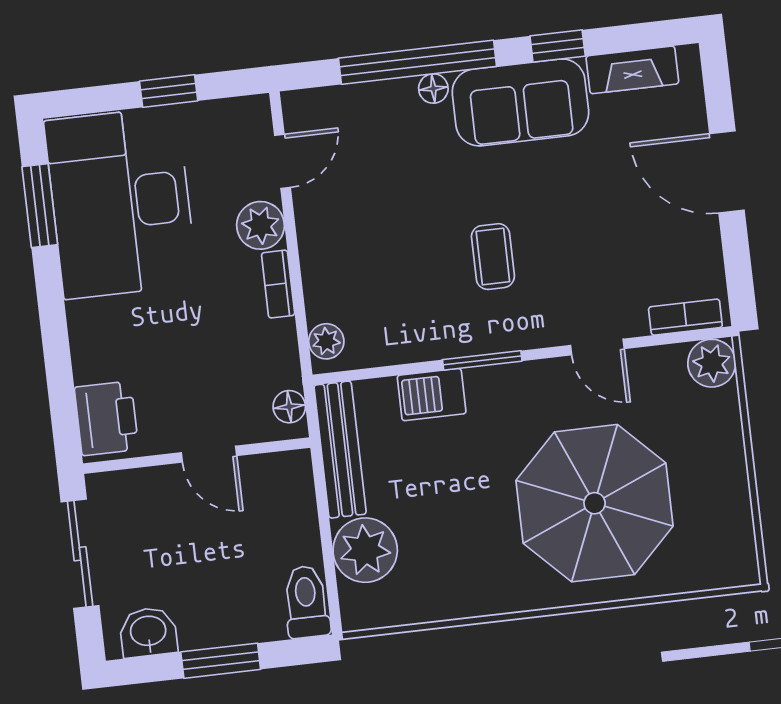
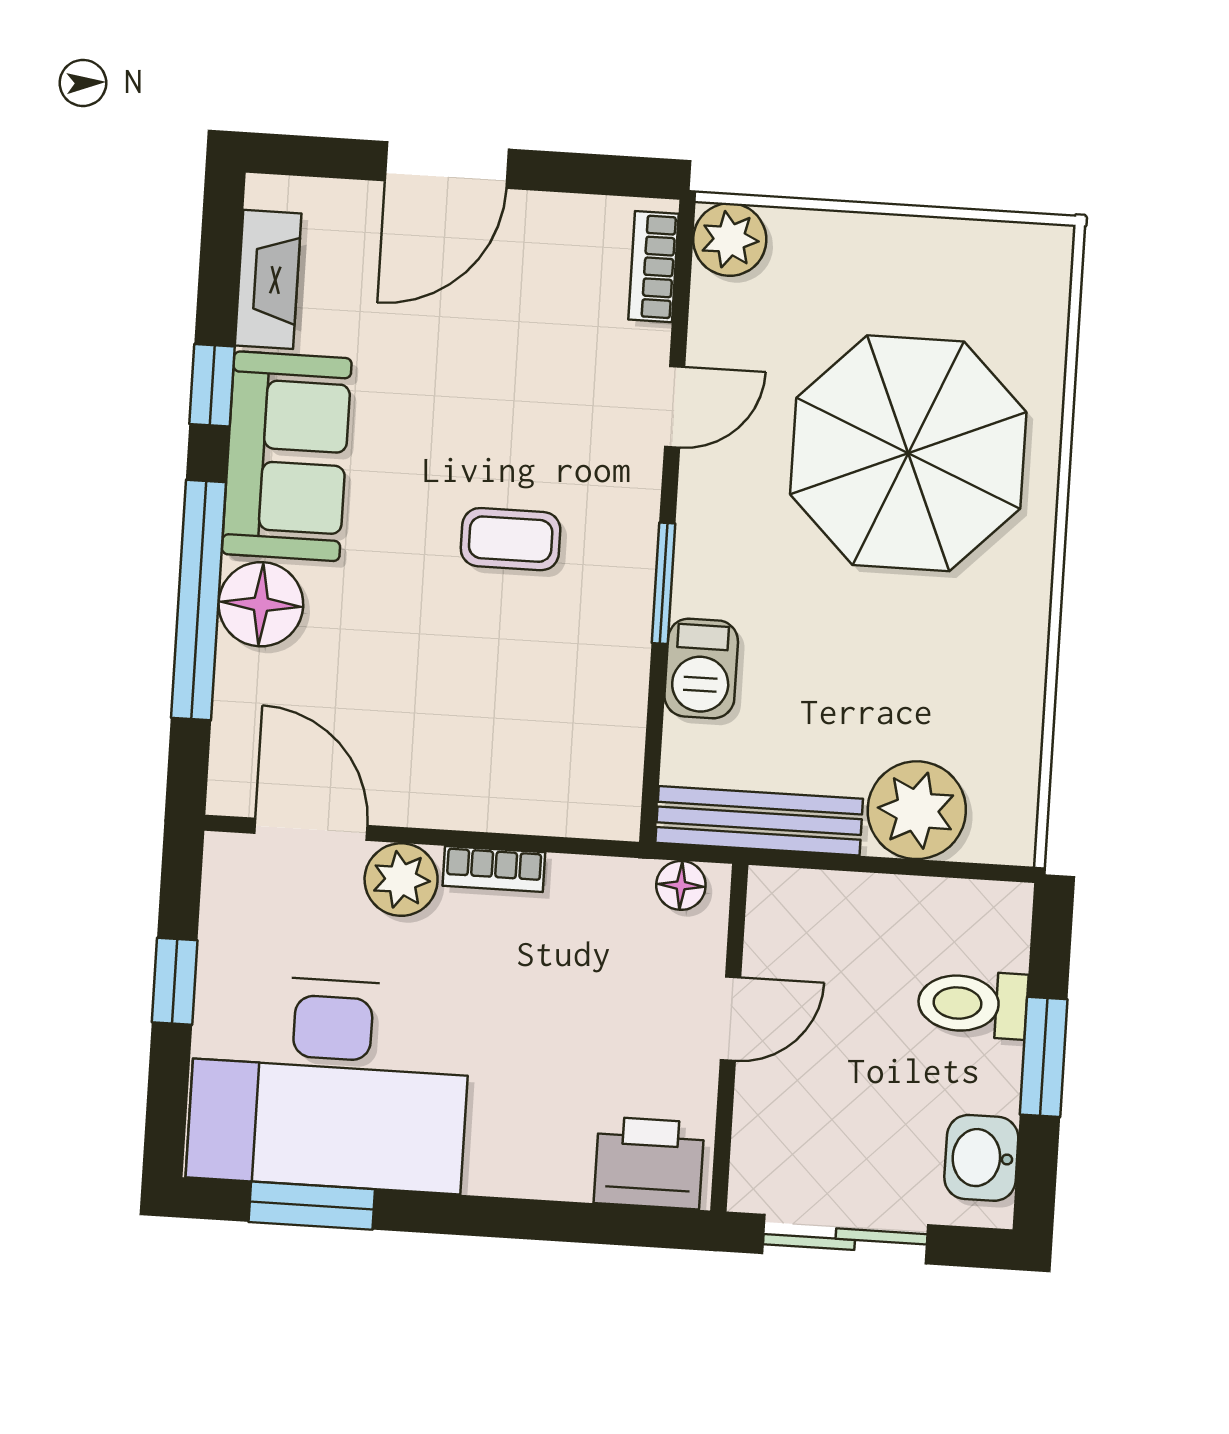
floor lamp: (433, 89) -> (261, 604), width x1.89, depth x1.89
door: (282, 161) -> (311, 829), width x1.37
plant: (326, 341) -> (593, 812), removed
toilet: (306, 602) -> (973, 1004), moved

